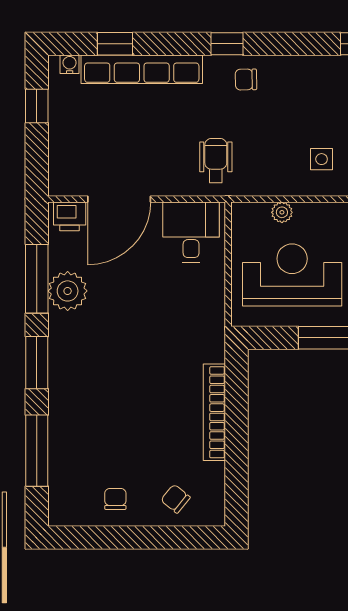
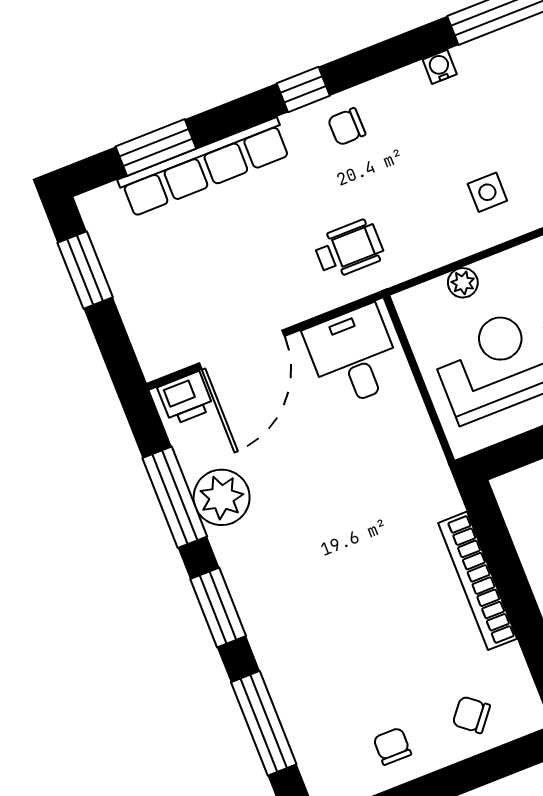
window: (115, 44) -> (156, 148), width x1.50
water cooler: (70, 64) -> (440, 67), moved
window: (37, 106) -> (85, 270), width x1.50
wheelchair: (216, 160) -> (349, 249), turned 90

